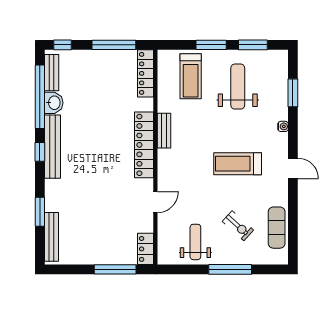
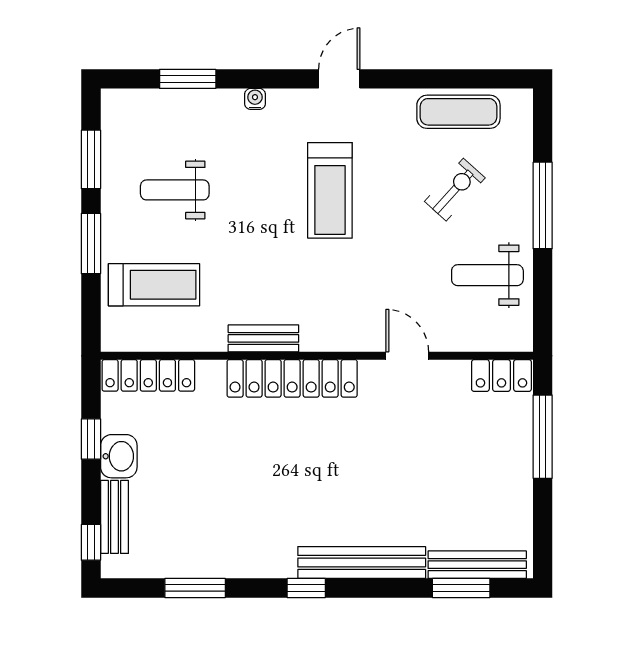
window: (114, 45) -> (91, 439), width x0.46
bench: (52, 73) -> (114, 517), moved, turned 90
weight bench: (238, 87) -> (175, 190), width x0.73, depth x0.75
window: (40, 97) -> (195, 588), width x0.47
washbasin: (54, 103) -> (119, 456), moved, turned 90
bench: (53, 147) -> (362, 562), moved
window: (40, 212) -> (461, 588), moved

